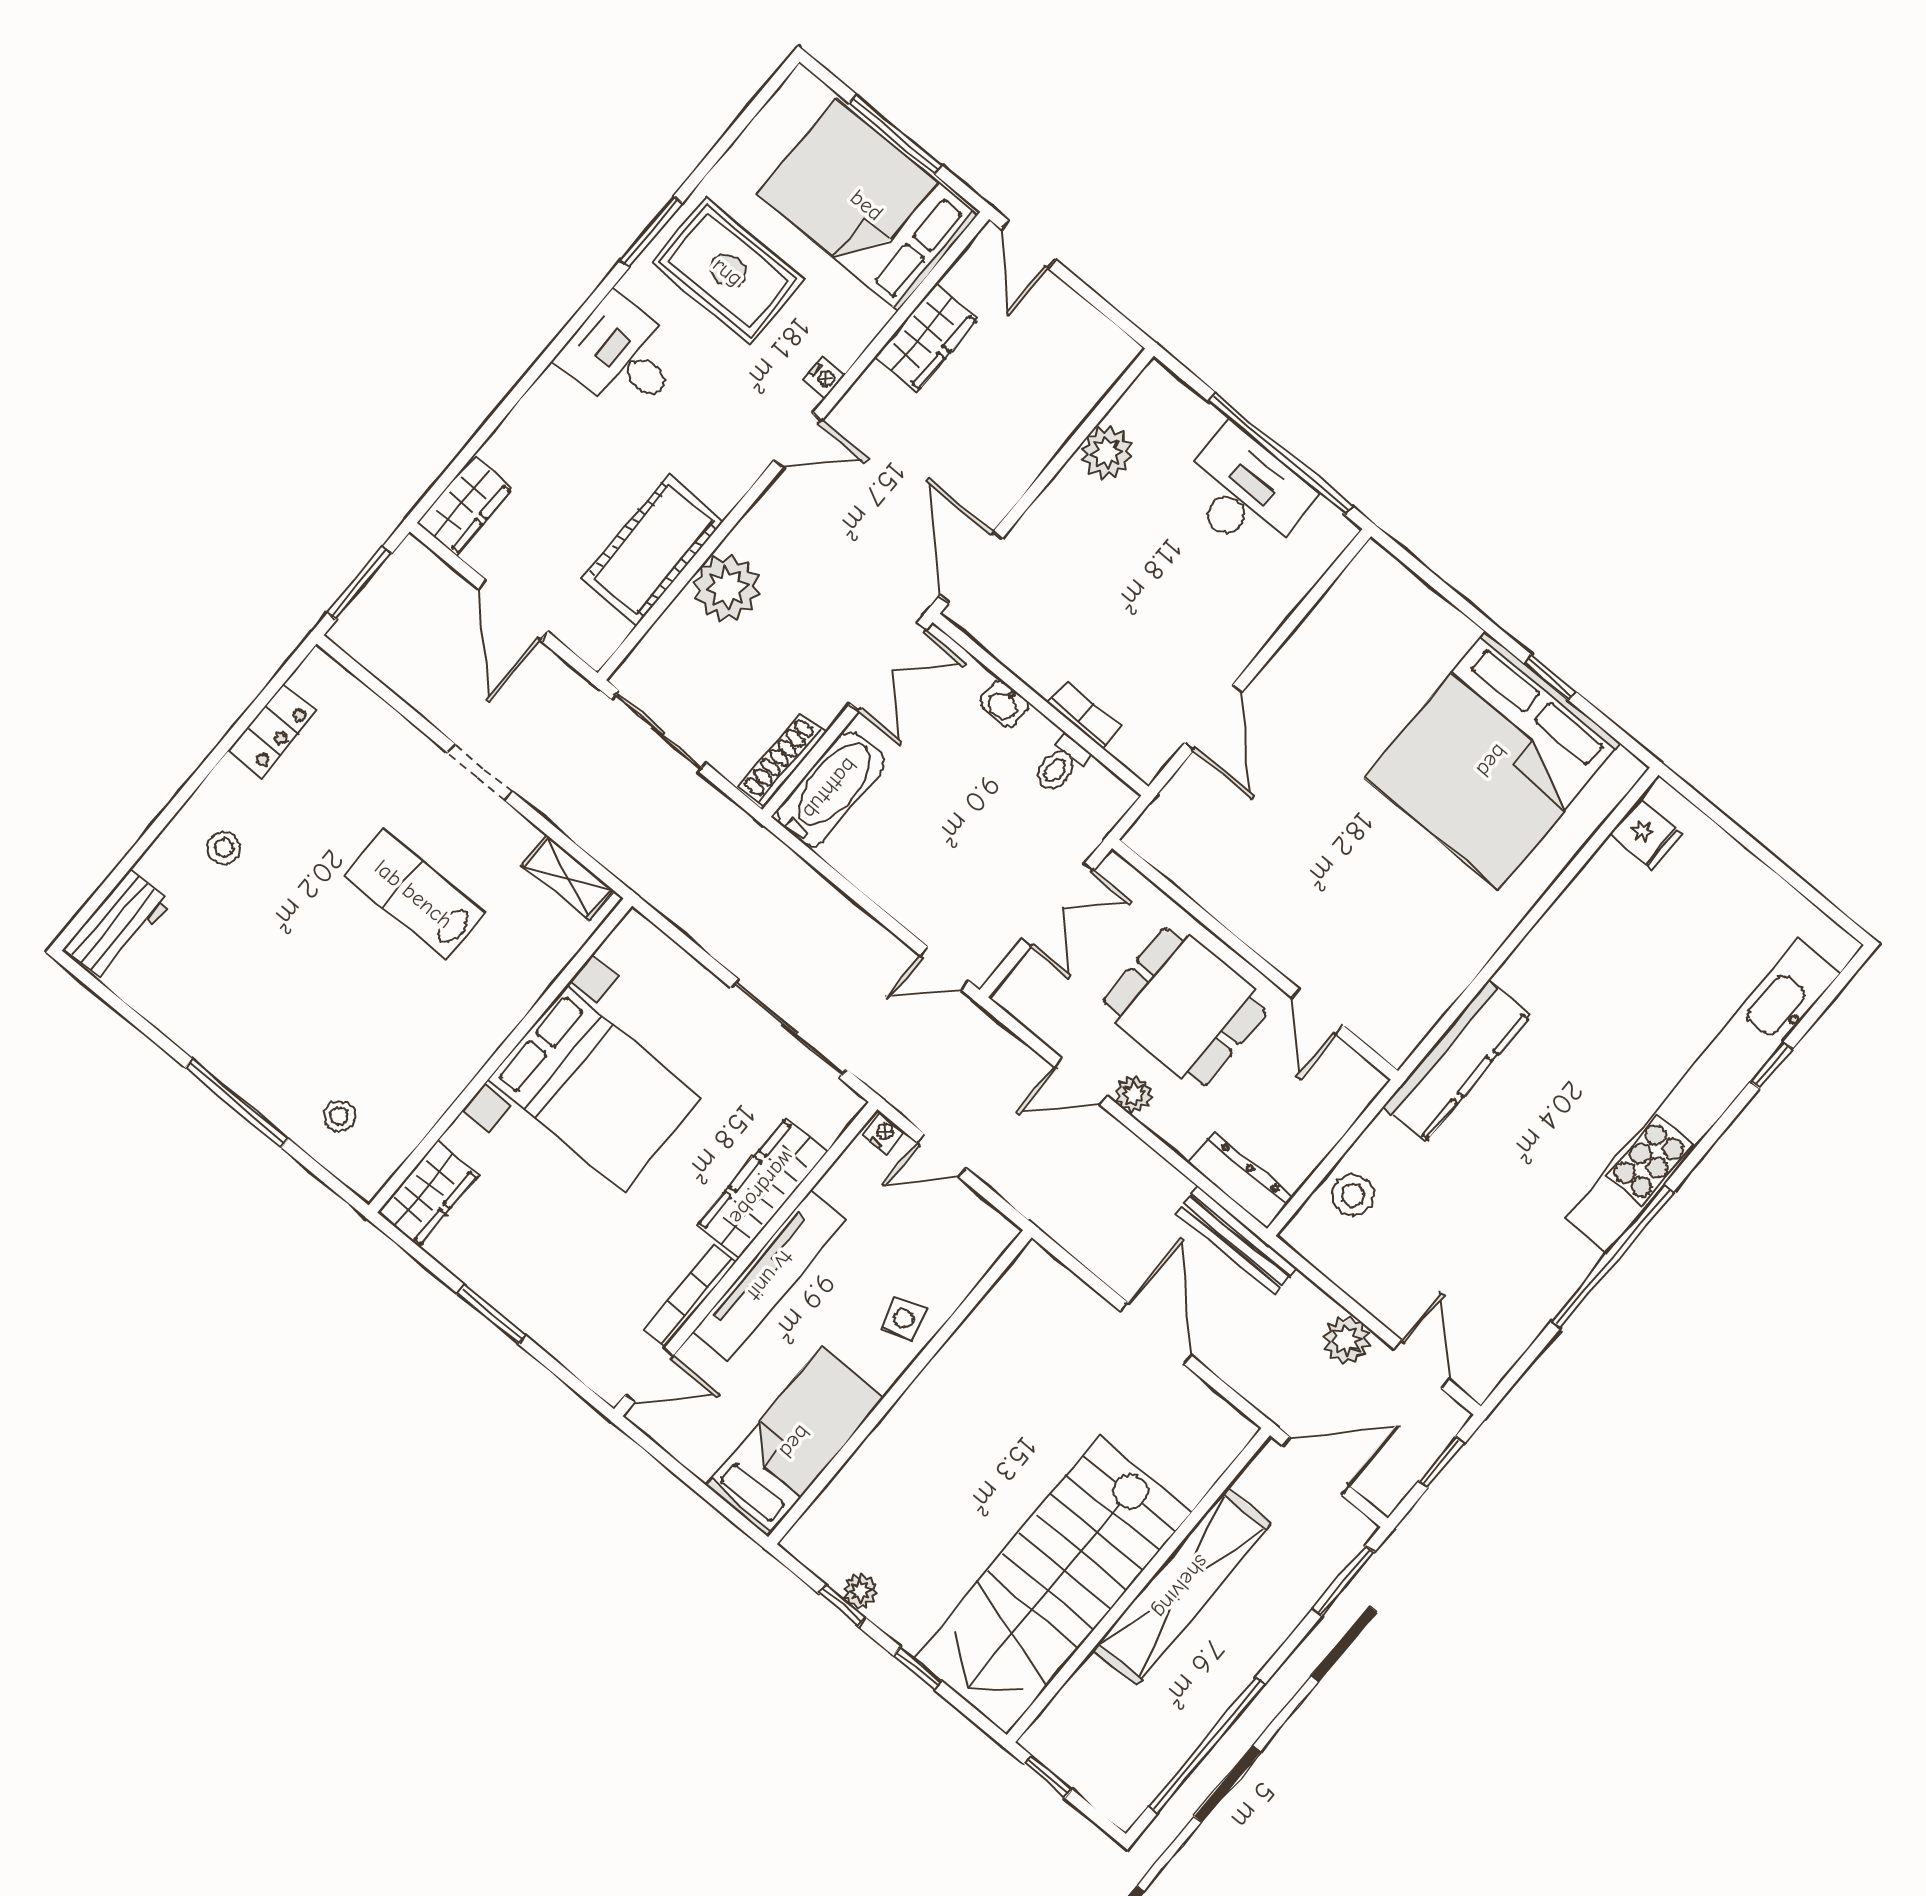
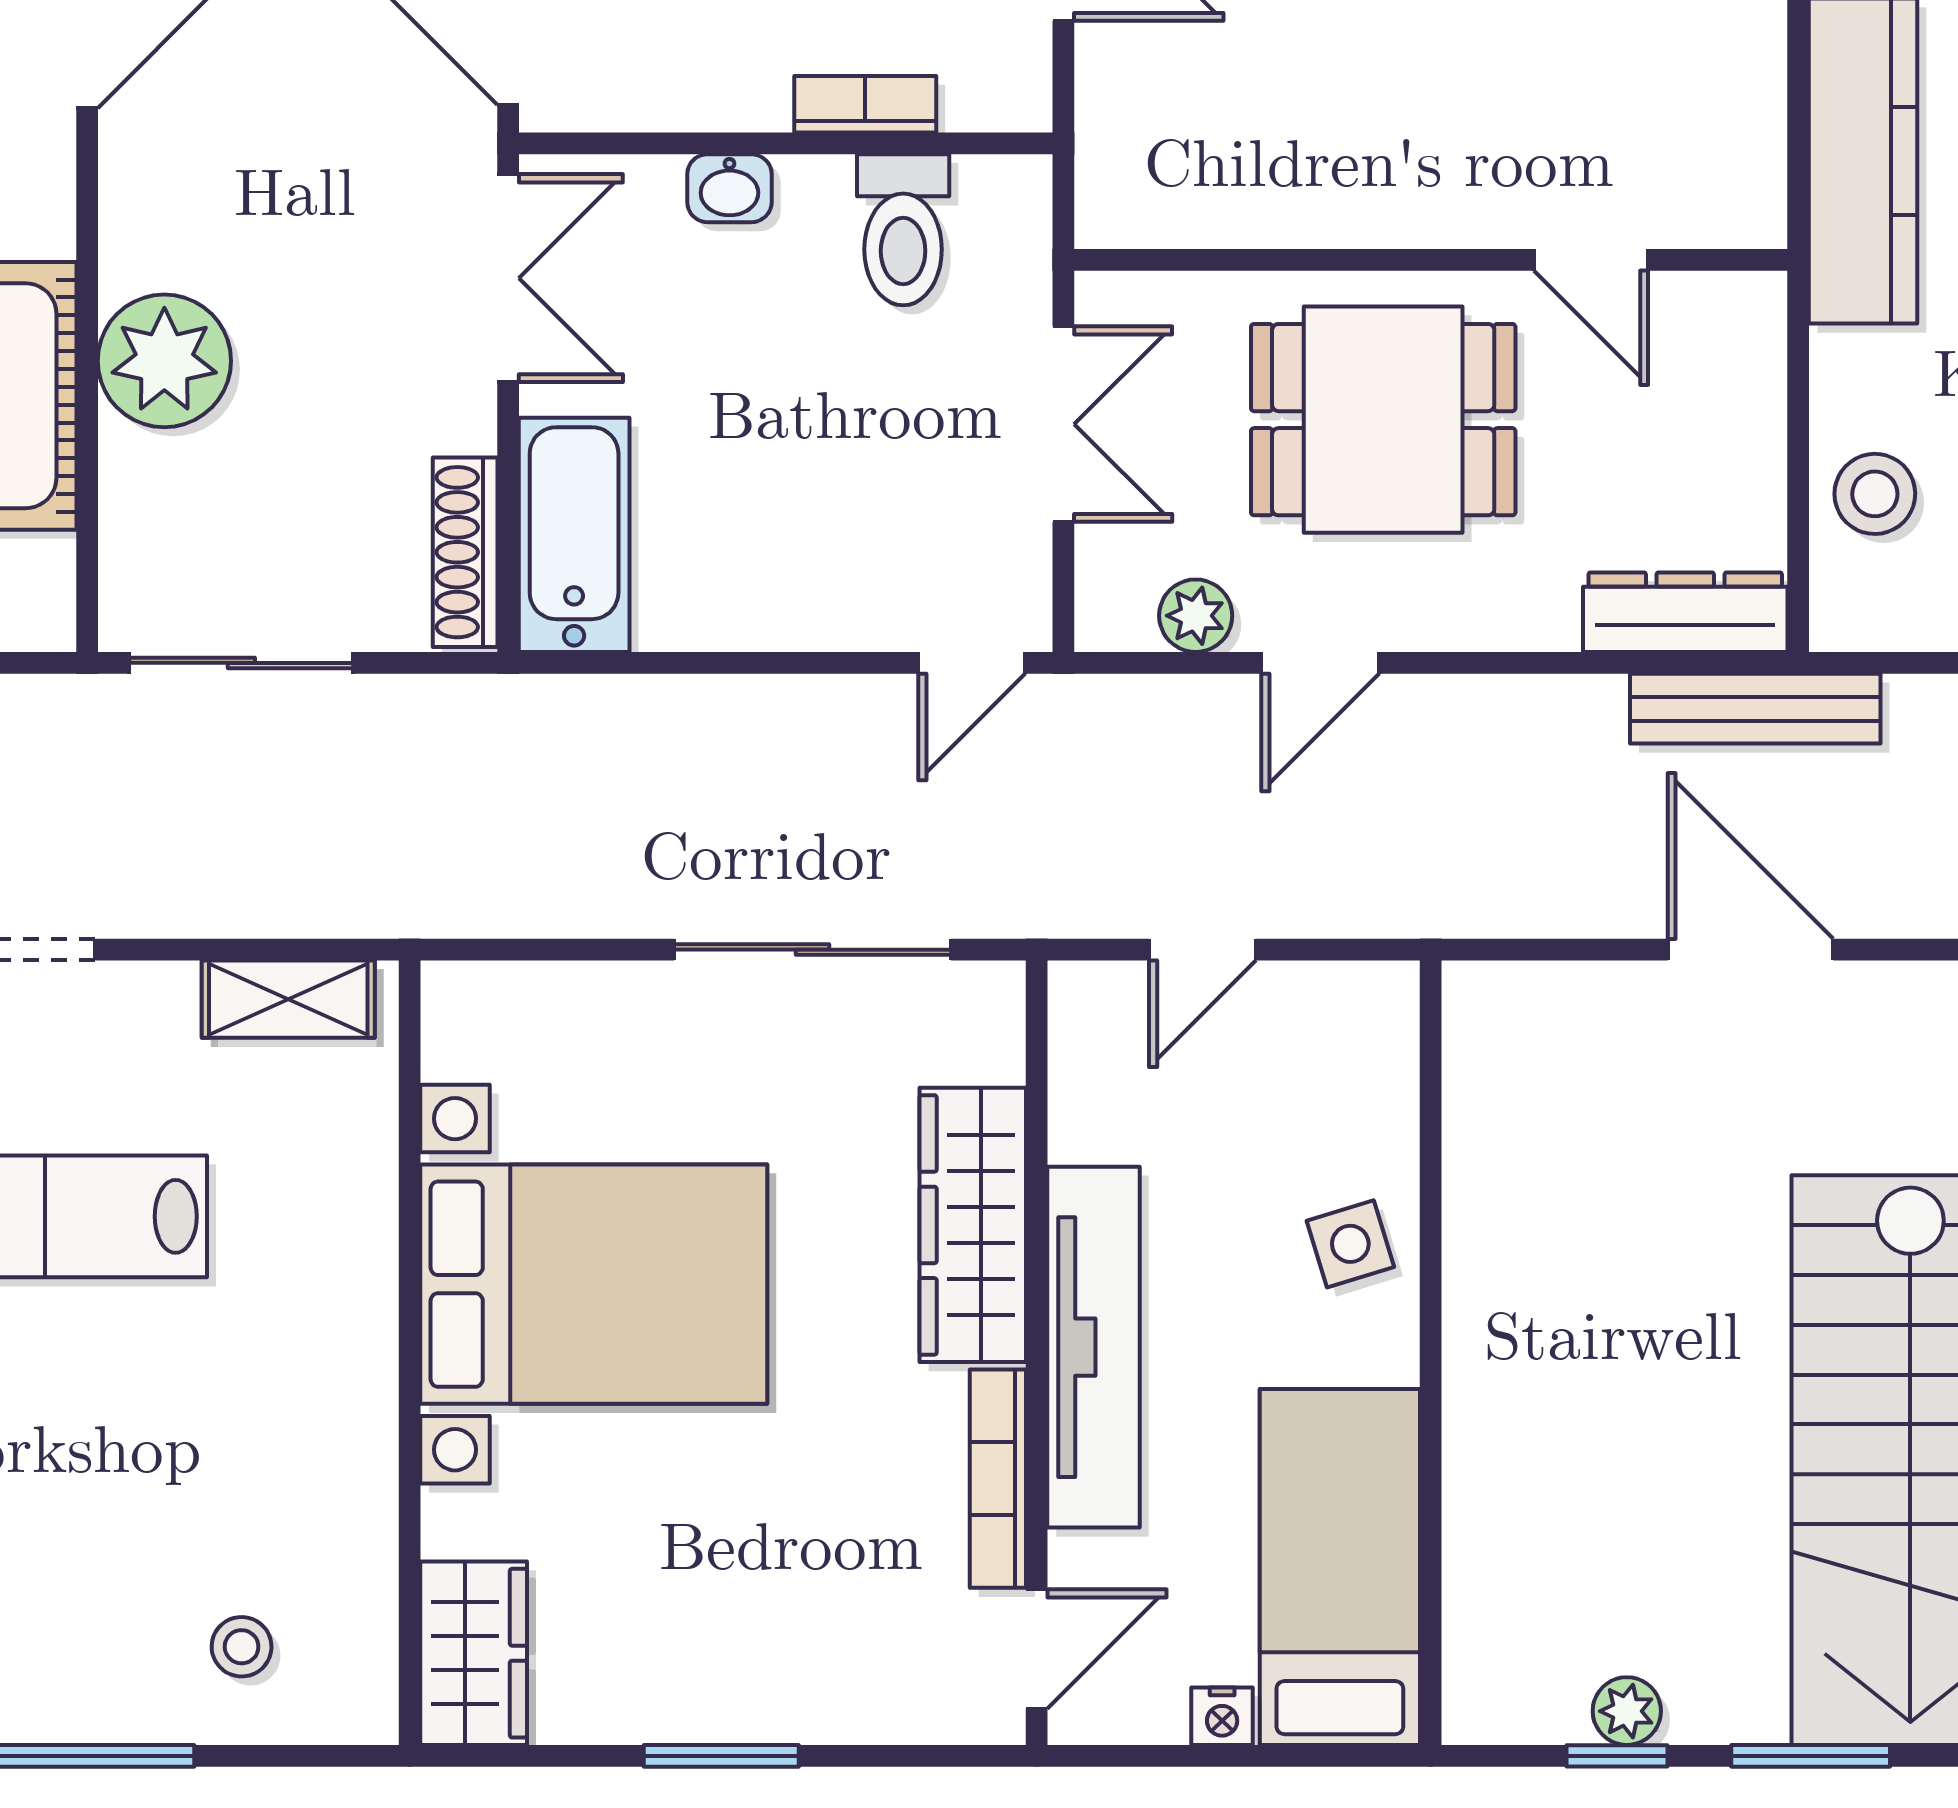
toilet: (1060, 764) -> (903, 230), width x1.37, depth x1.39
plant: (1134, 1094) -> (1196, 616), moved
nightstand: (883, 1133) -> (1222, 1716), moved, turned 180
window: (918, 1668) -> (1811, 1756), width x1.50

